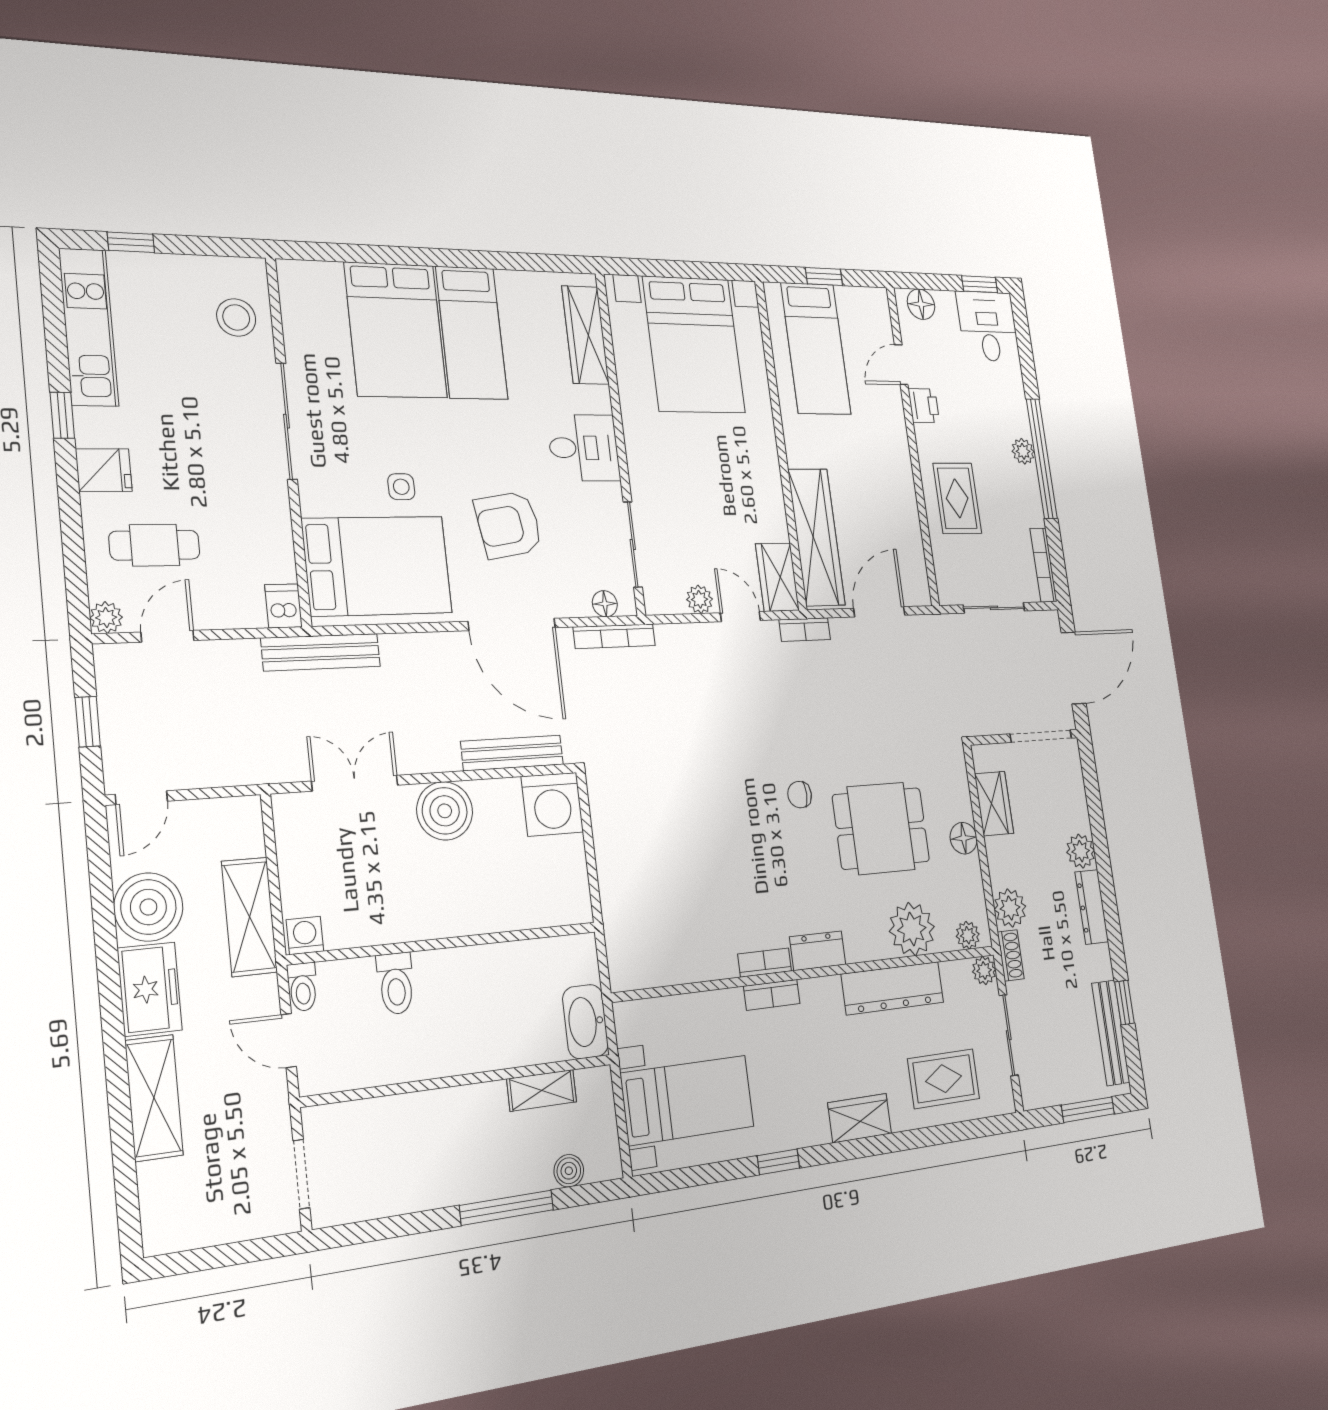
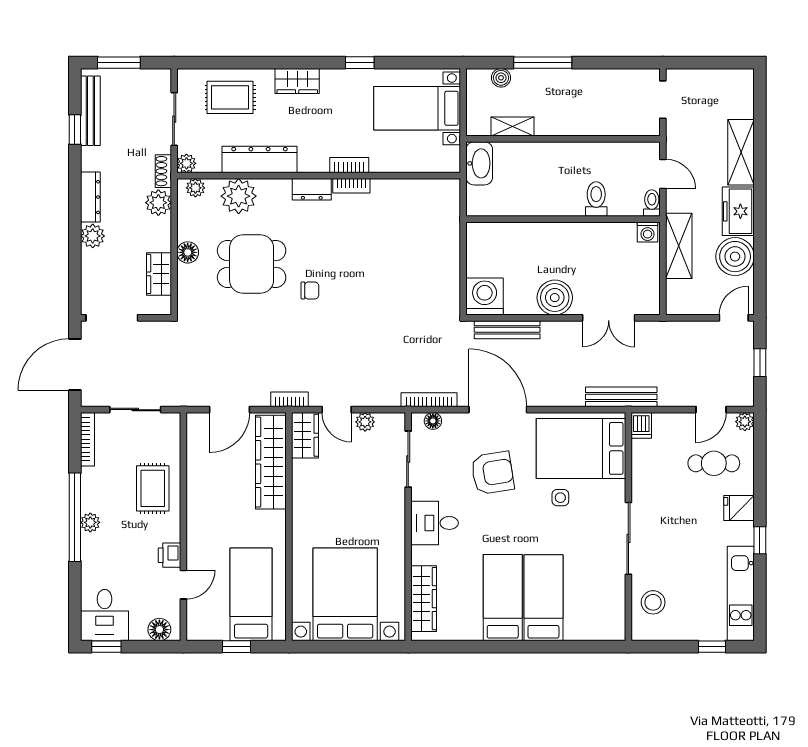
bed: (396, 330) -> (543, 598), width x0.67

